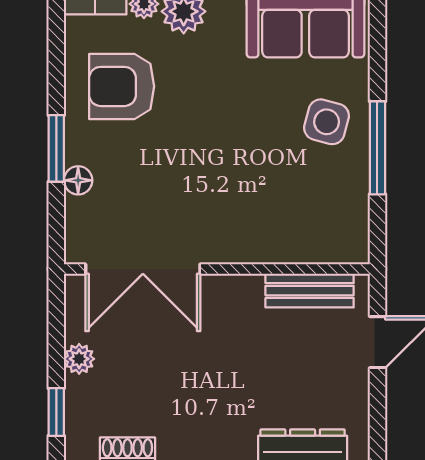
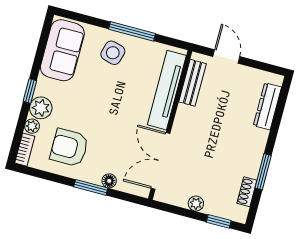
armchair: (122, 86) -> (69, 148), turned 90
tv unit: (282, 245) -> (167, 90), added
double door: (143, 269) -> (161, 161), swing flipped

